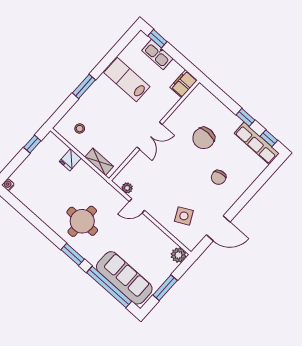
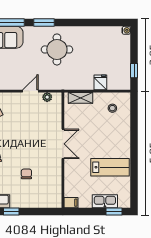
filing cabinet: (184, 84) -> (71, 203), width x0.50
window: (84, 86) -> (134, 138), removed
double door: (150, 136) -> (63, 144), swing flipped
chair: (204, 138) -> (26, 174), width x0.54, depth x0.54

